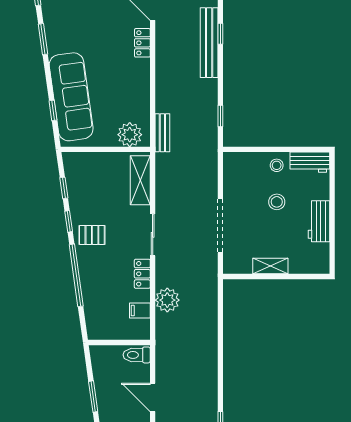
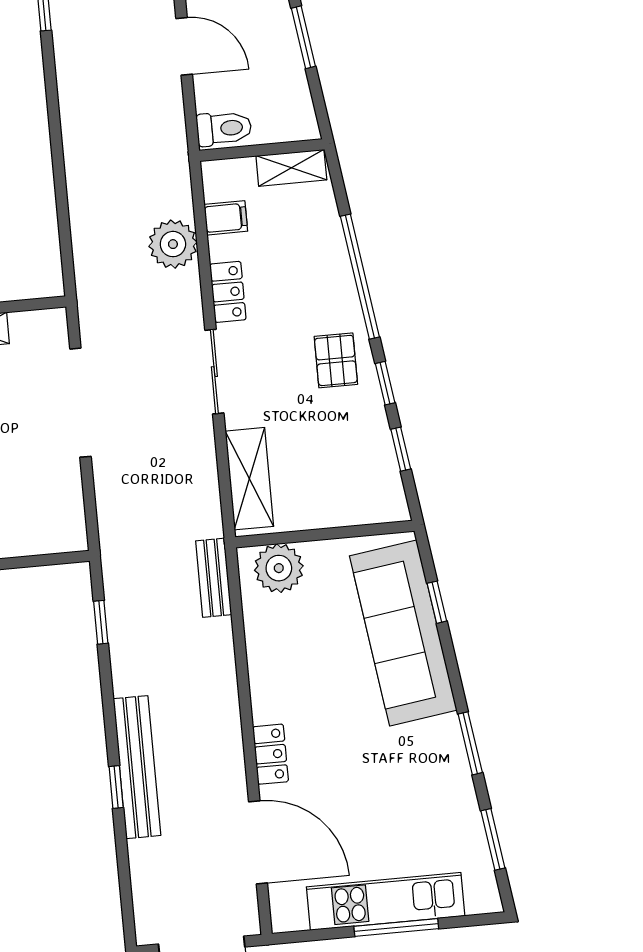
pallet: (92, 235) -> (336, 360), turned 90
shelving: (105, 332) -> (291, 168), added

